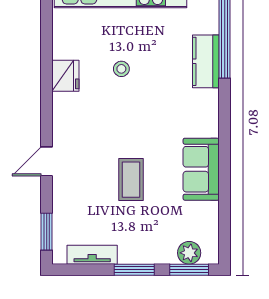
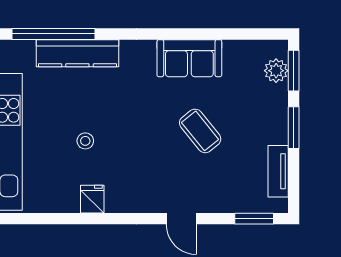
kitchen counter: (206, 61) -> (77, 53), width x1.50
fridge: (65, 76) -> (92, 199), width x0.72
coffee table: (131, 180) -> (200, 131), turned 51

